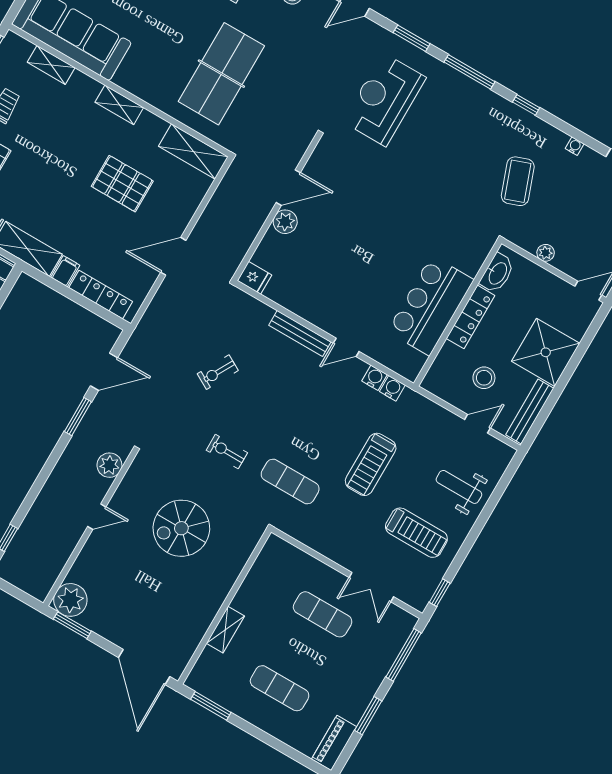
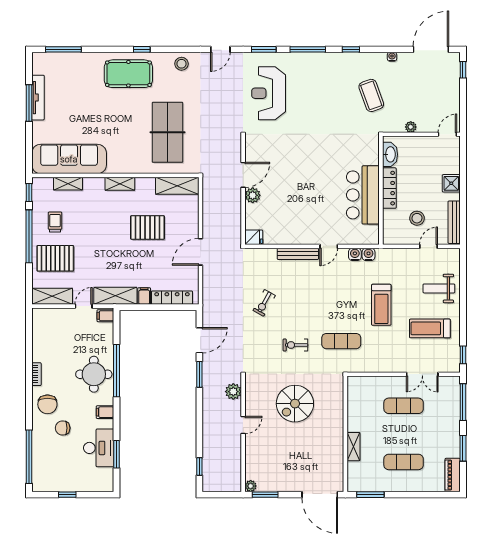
shower: (546, 352) -> (451, 183), width x0.54, depth x0.54
treadmill: (416, 533) -> (430, 328), turned 180
plant: (70, 600) -> (251, 486), width x0.53, depth x0.53

